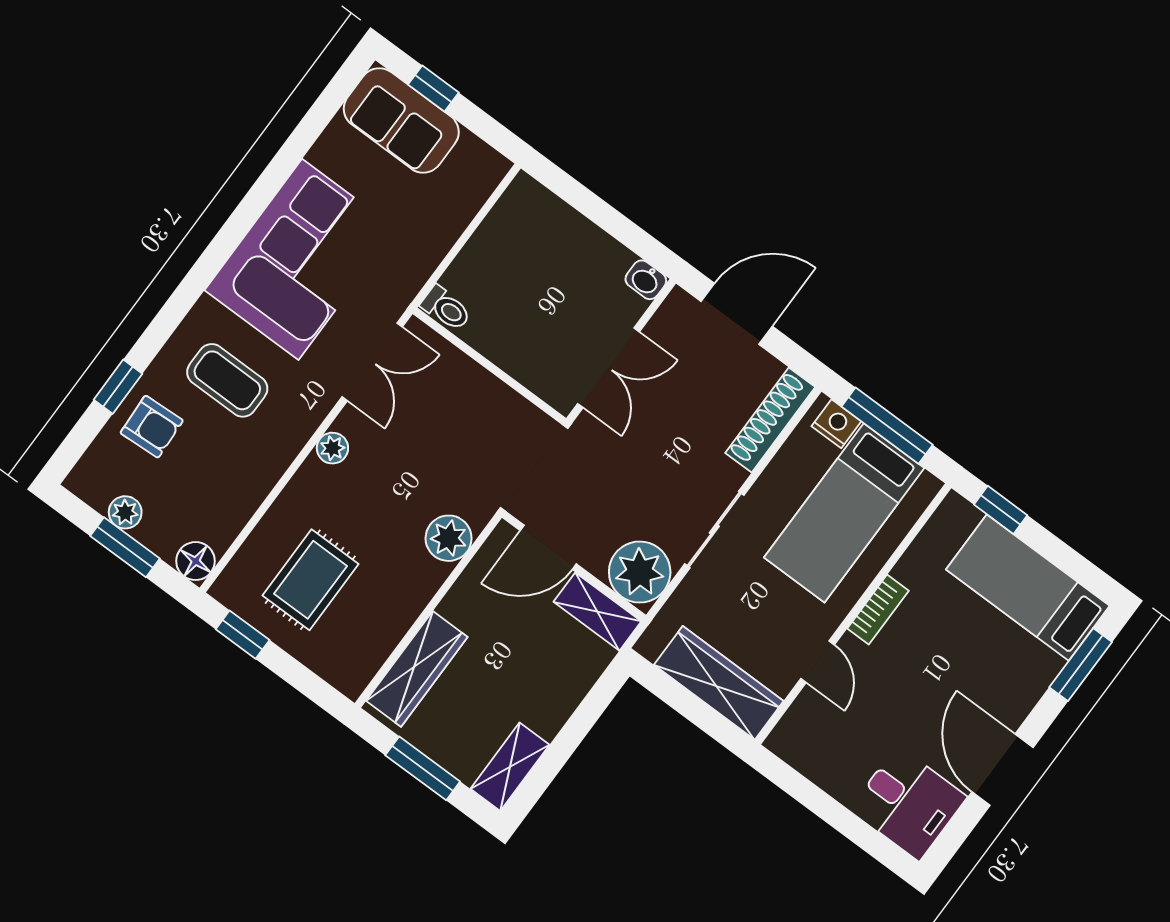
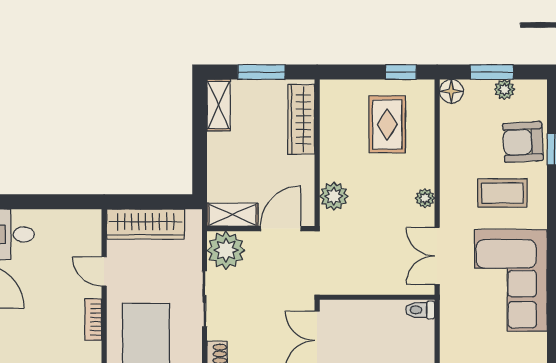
armchair: (152, 427) -> (523, 142), width x1.38, depth x1.38

